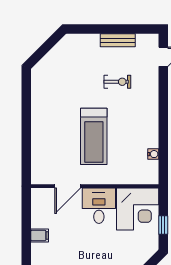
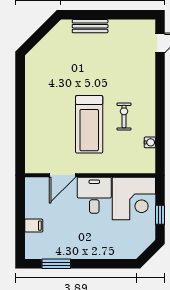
bench: (118, 40) -> (90, 26), moved
exercise bike: (117, 82) -> (124, 116), moved, turned -90

